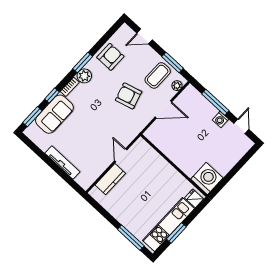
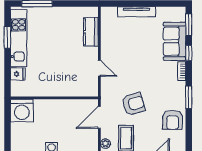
plant: (84, 76) -> (179, 89), removed
door: (121, 155) -> (99, 68), moved
wall: (174, 165) -> (54, 98), moved
washing machine: (207, 179) -> (22, 111), moved

